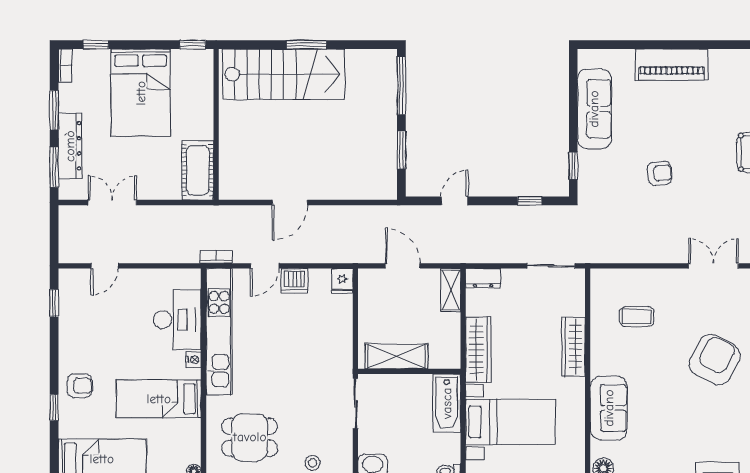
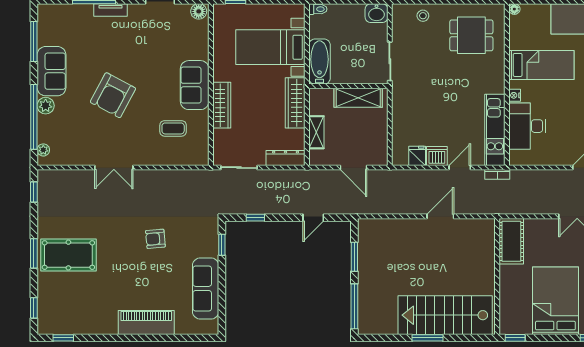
dresser: (483, 278) -> (286, 158), width x1.44
fridge: (342, 281) -> (417, 156), moved
shelving: (451, 290) -> (316, 132), moved
kitchen unit: (219, 331) -> (495, 130), width x0.73
sofa: (609, 408) -> (195, 85), moved

